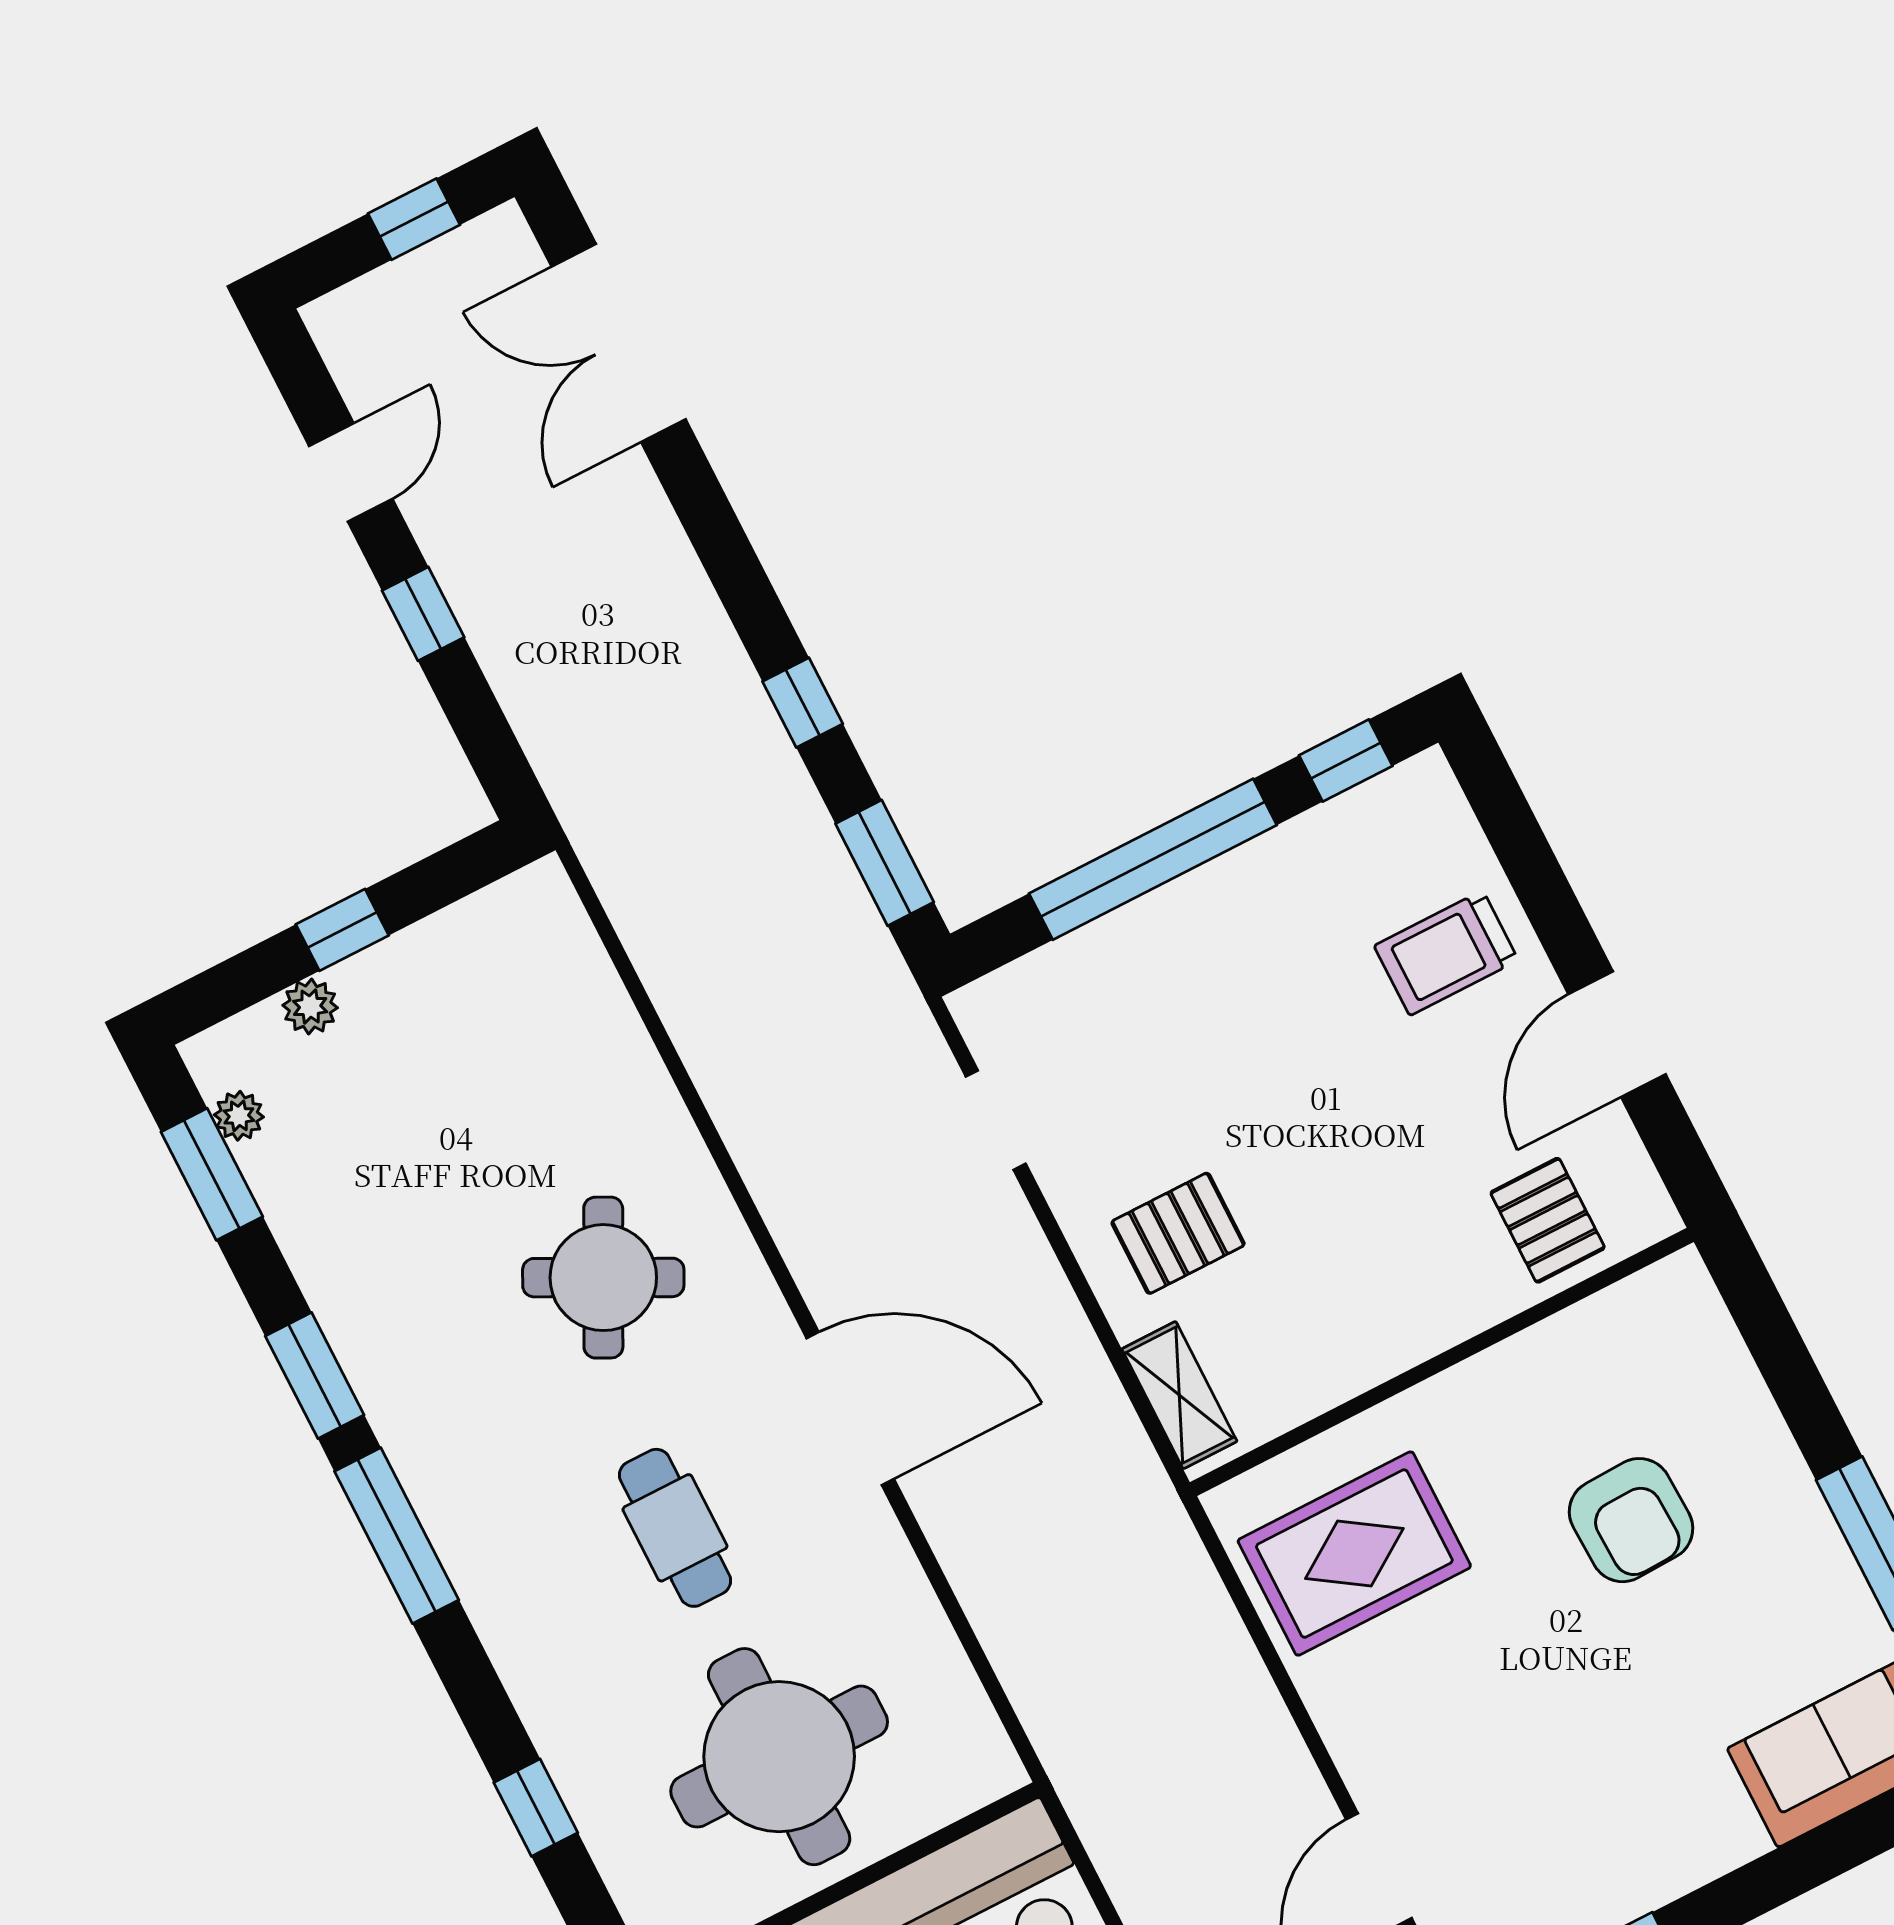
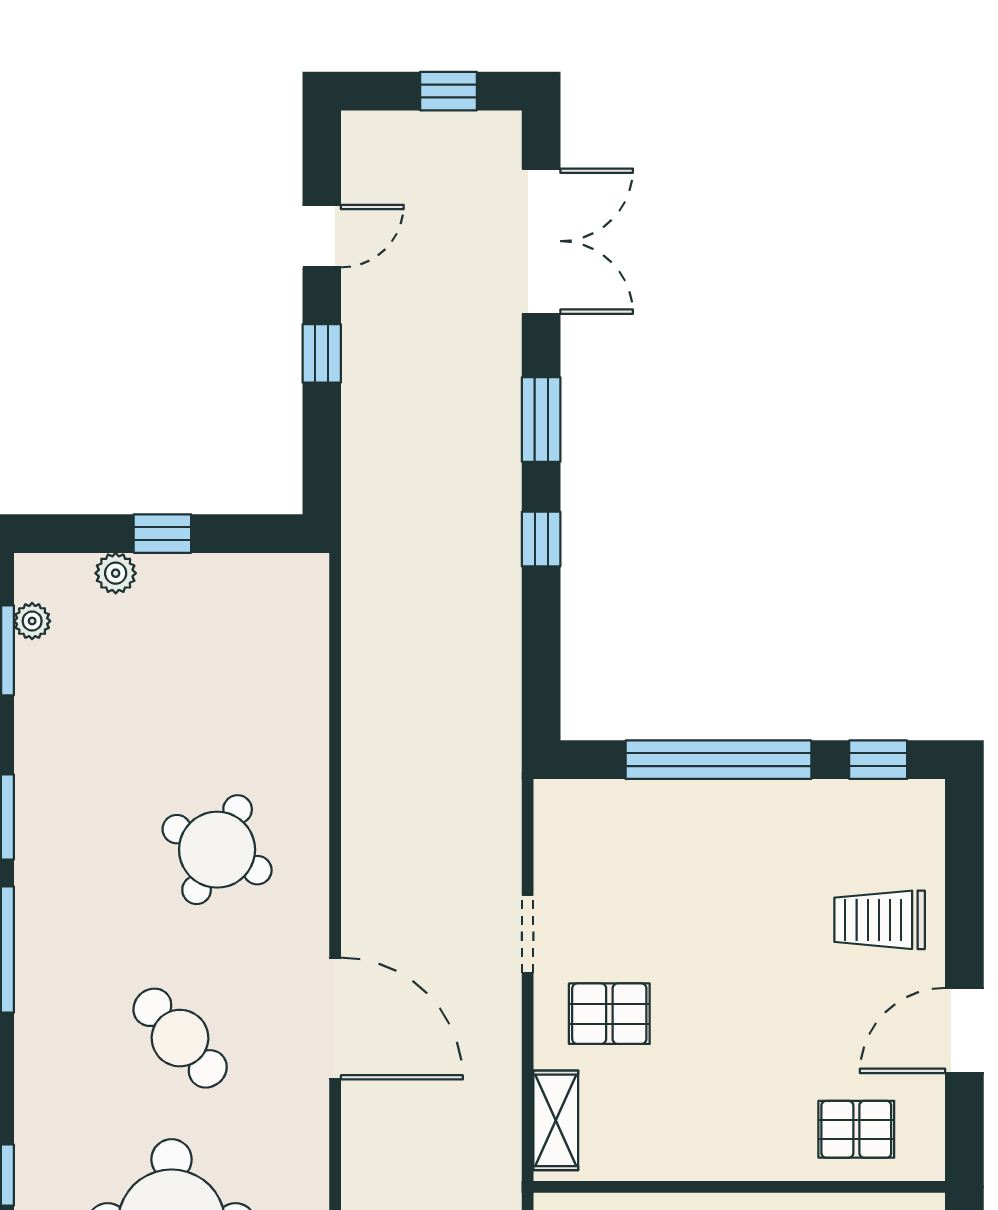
double door: (619, 343) -> (541, 241), swing flipped
window: (885, 863) -> (541, 420), moved
doorway: (996, 1120) -> (528, 934), moved
pallet: (1548, 1220) -> (856, 1129), turned 90
cafe table: (675, 1528) -> (180, 1038), turned -42

